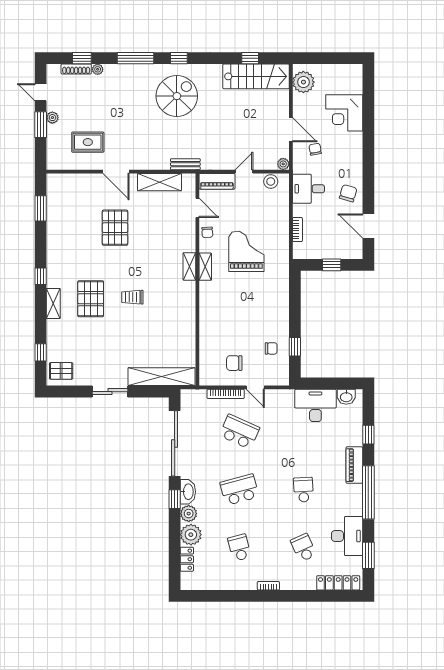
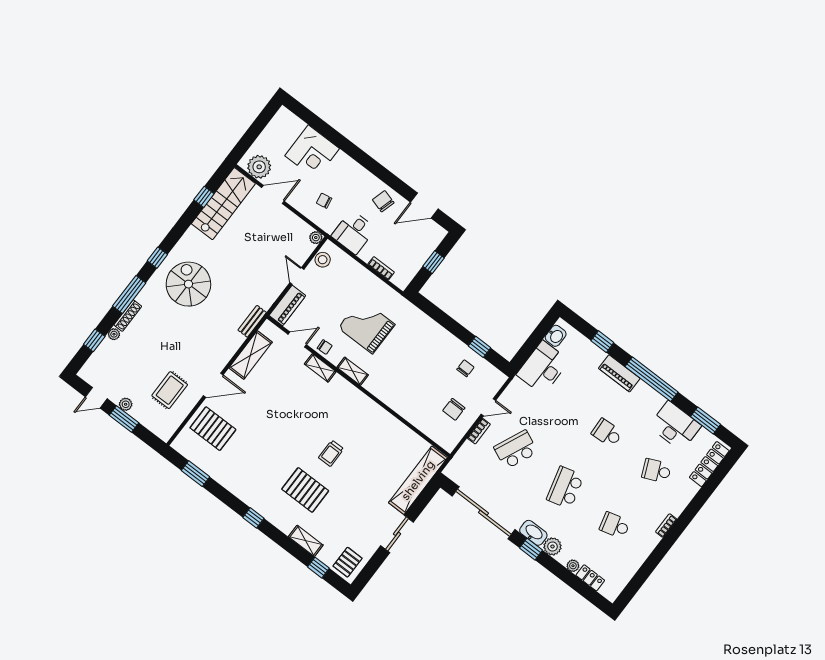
shoe rack: (76, 69) -> (128, 316), moved
door: (291, 130) -> (273, 194), moved
pallet: (115, 228) -> (213, 429), moved
shelving: (189, 266) -> (320, 368), moved
shelving: (53, 304) -> (306, 541), moved
bookcase: (226, 394) -> (479, 431), width x0.64
plant: (191, 535) -> (573, 566), width x0.53, depth x0.53

